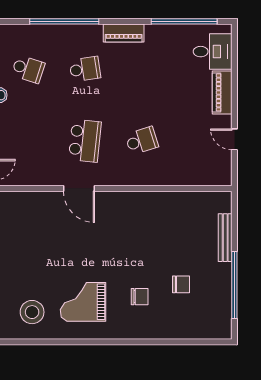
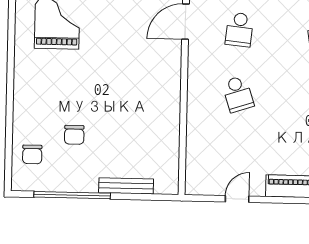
school desk: (85, 141) -> (239, 30), width x0.54
chair: (140, 297) -> (32, 154), moved

